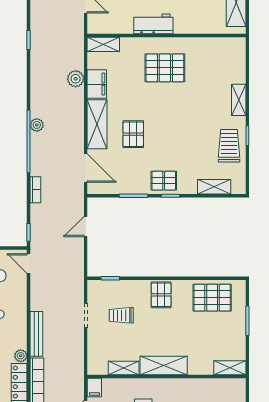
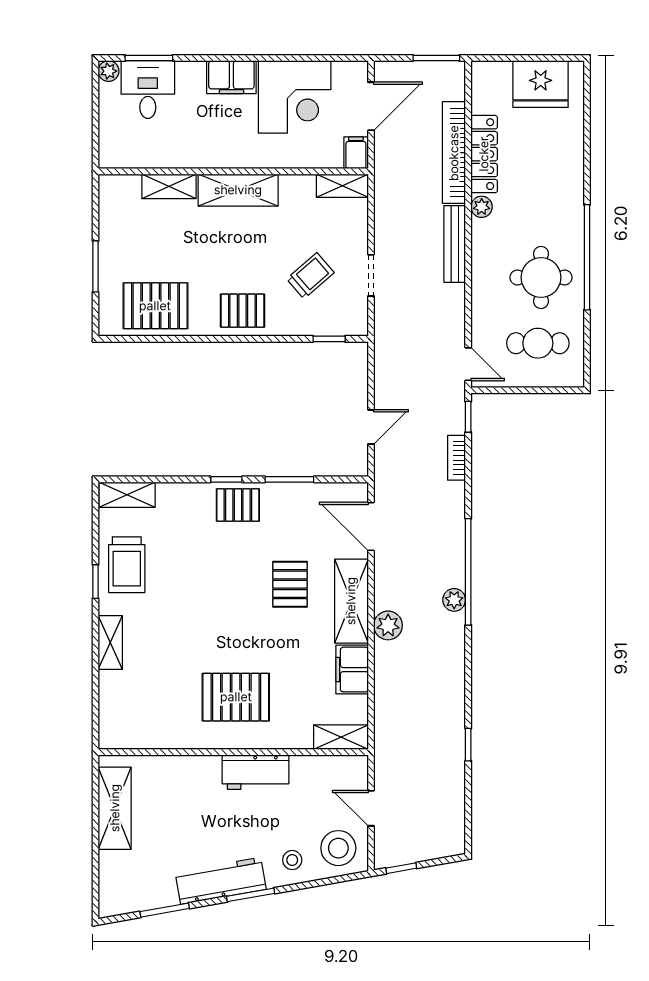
plant: (76, 79) -> (388, 625), moved
shelving: (214, 187) -> (127, 495), moved
bookcase: (35, 190) -> (457, 458), moved
pallet: (161, 295) -> (243, 311), turned 90
trolley: (121, 315) -> (310, 276), turned -41
shelving: (124, 368) -> (342, 186), moved
shelving: (230, 368) -> (169, 186), moved

